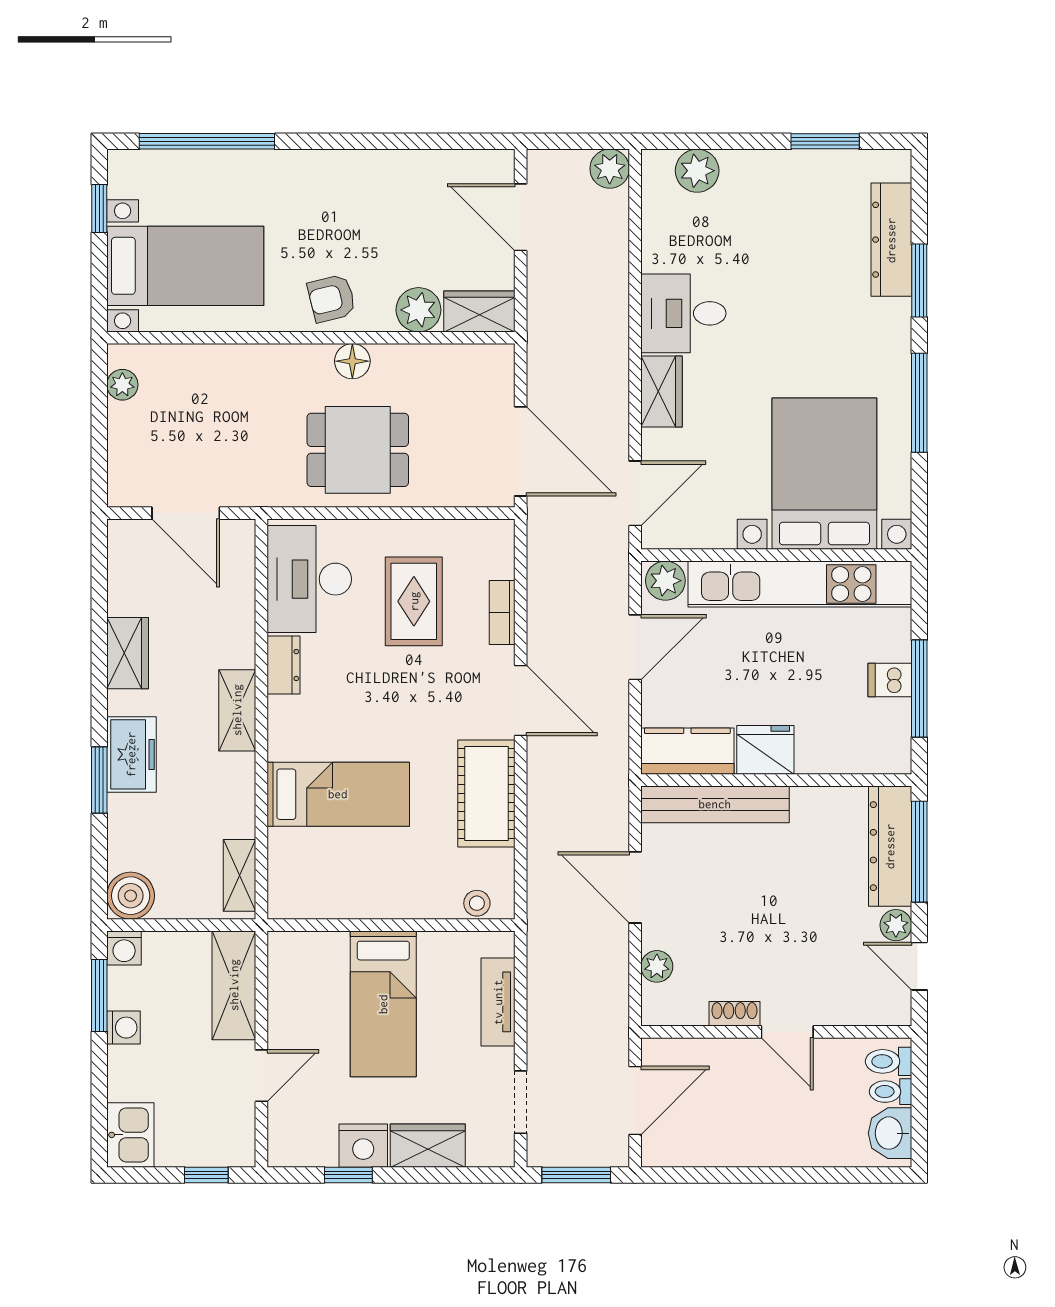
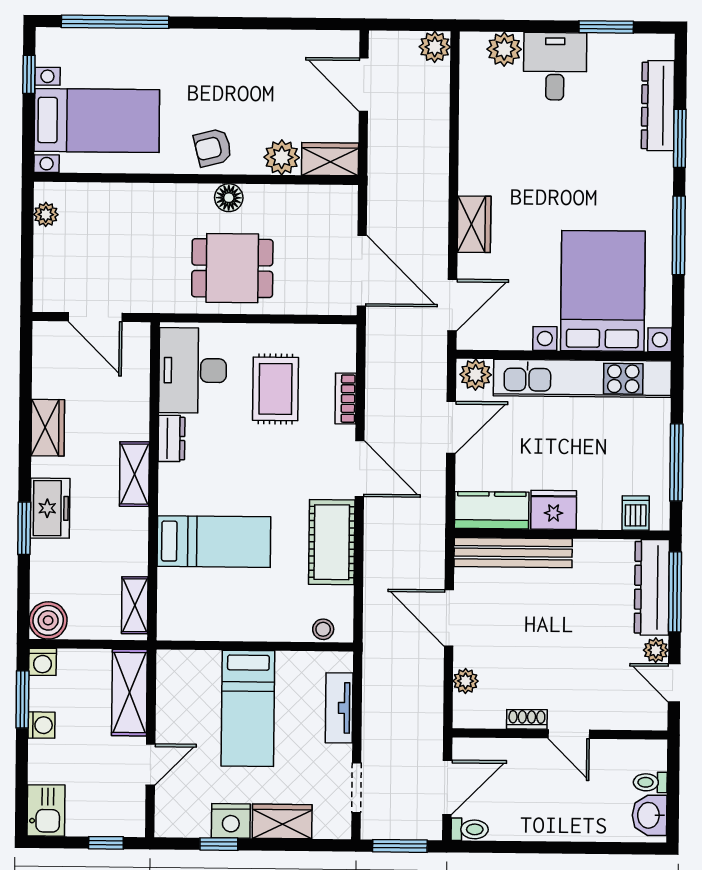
desk: (683, 313) -> (555, 66), moved, turned 90
dishwasher: (890, 680) -> (636, 513), moved, turned 90
toilet: (889, 1061) -> (470, 829), moved, turned 180

